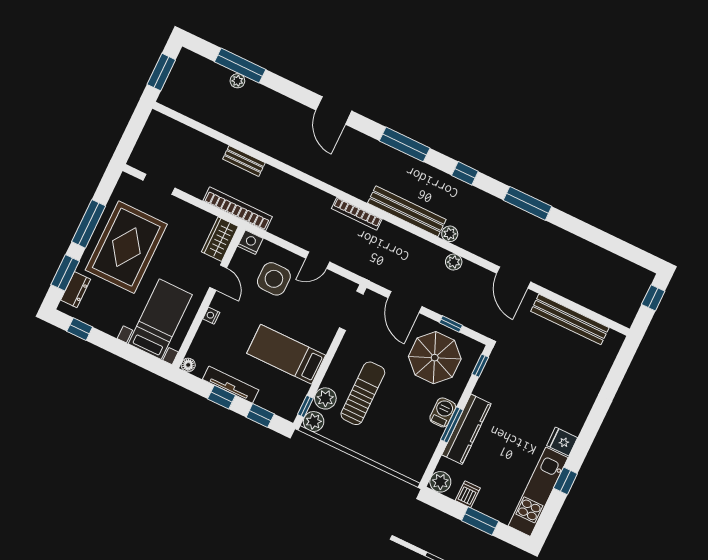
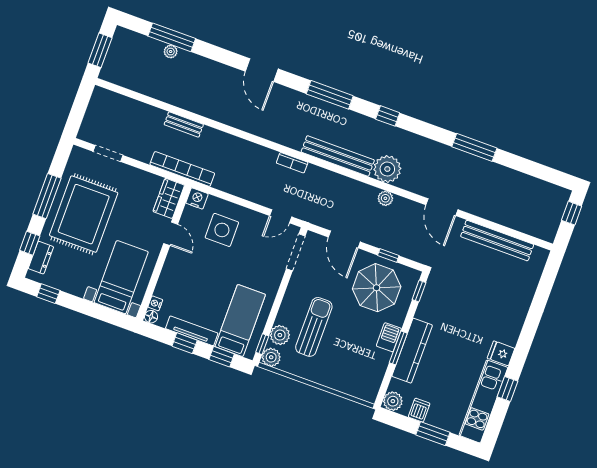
window: (528, 203) -> (474, 147), moved
bookcase: (357, 214) -> (292, 163), width x0.64
plant: (450, 234) -> (387, 169), width x1.88, depth x1.88
door: (318, 260) -> (281, 216), moved
window: (65, 273) -> (30, 243), width x0.67
nightstand: (211, 316) -> (155, 303), moved
bed: (286, 354) -> (240, 321), moved, turned 90

